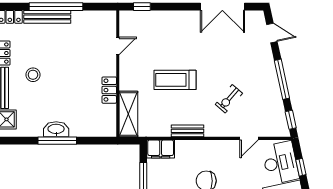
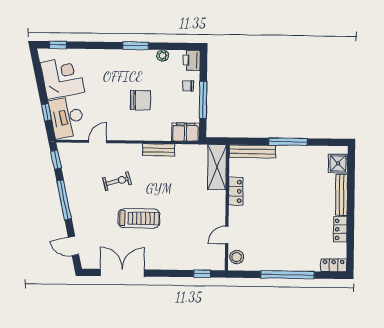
bench: (47, 17) -> (252, 151), moved
stool: (33, 75) -> (237, 257), moved
treadmill: (175, 80) -> (139, 218), moved
exercise bike: (229, 99) -> (117, 181), turned 34
washbasin: (56, 129) -> (289, 153), removed

